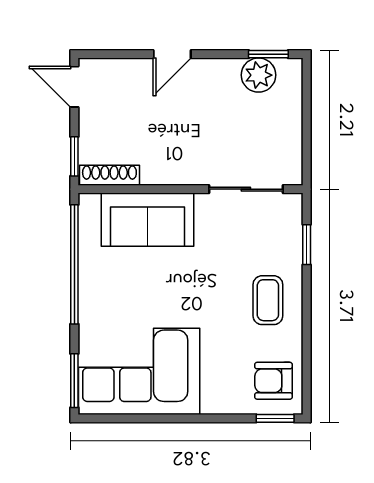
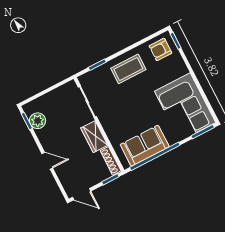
door: (74, 87) -> (82, 194), hinge flipped
wardrobe: (172, 168) -> (94, 137), added
sofa: (147, 220) -> (145, 146), moved, turned -90
coffee table: (268, 300) -> (128, 69), width x1.36, depth x1.30
armchair: (273, 381) -> (160, 49), turned 90

